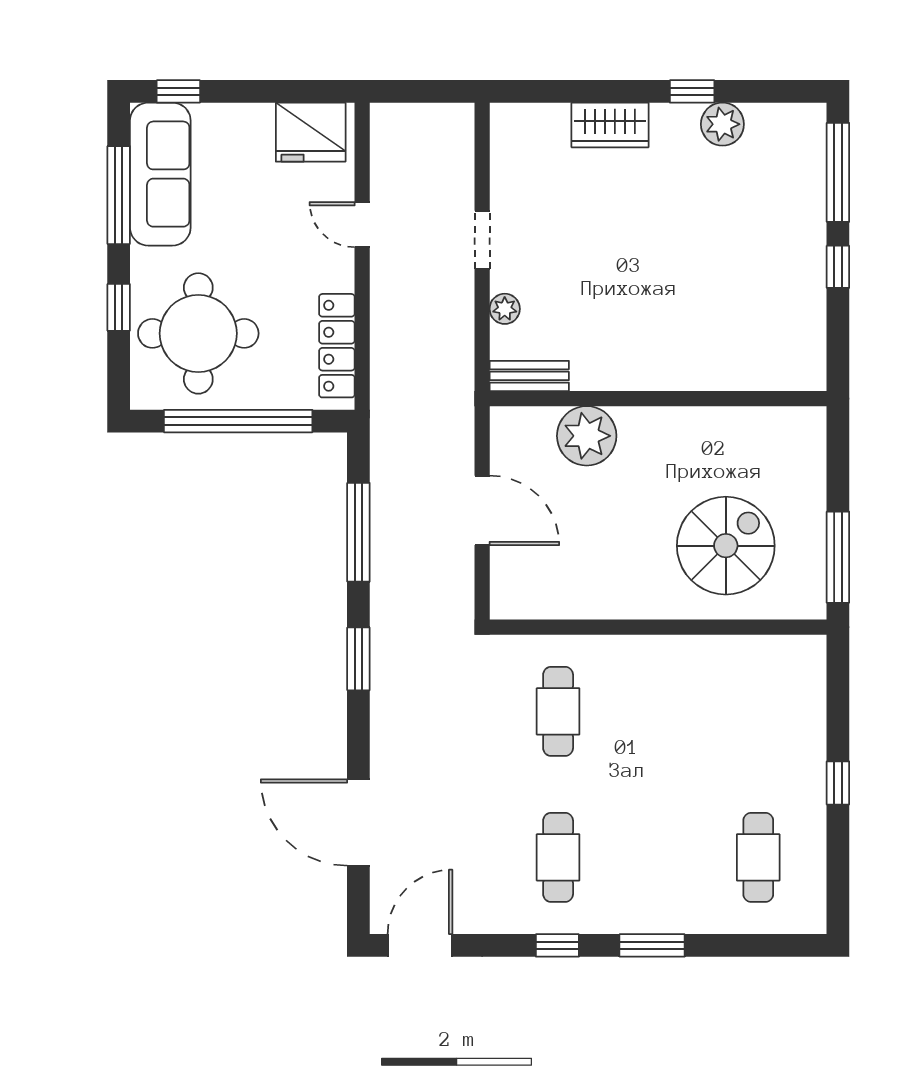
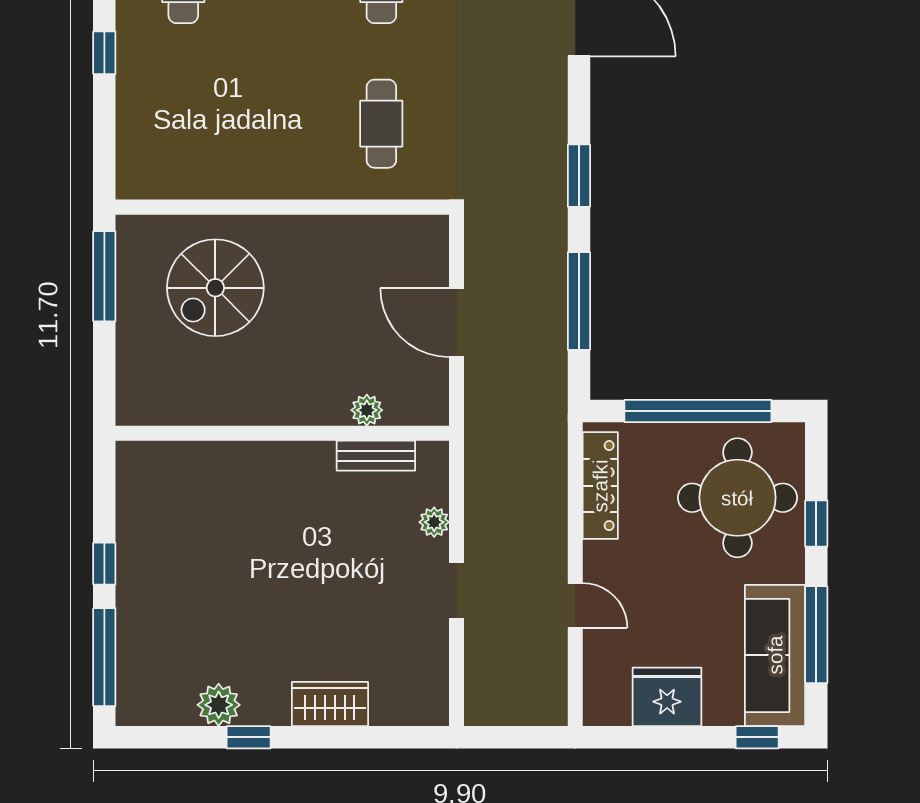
fridge: (311, 132) -> (667, 697), moved
bench: (529, 376) -> (376, 456), moved
plant: (587, 436) -> (367, 410), width x0.53, depth x0.53

